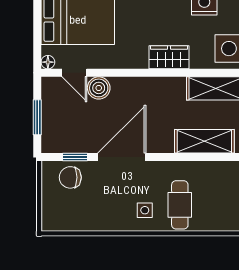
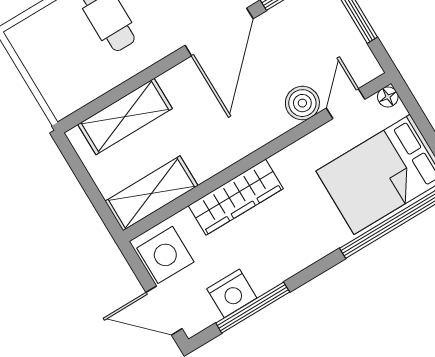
wardrobe: (169, 57) -> (236, 197), width x1.50
door: (74, 73) -> (346, 104), hinge flipped

